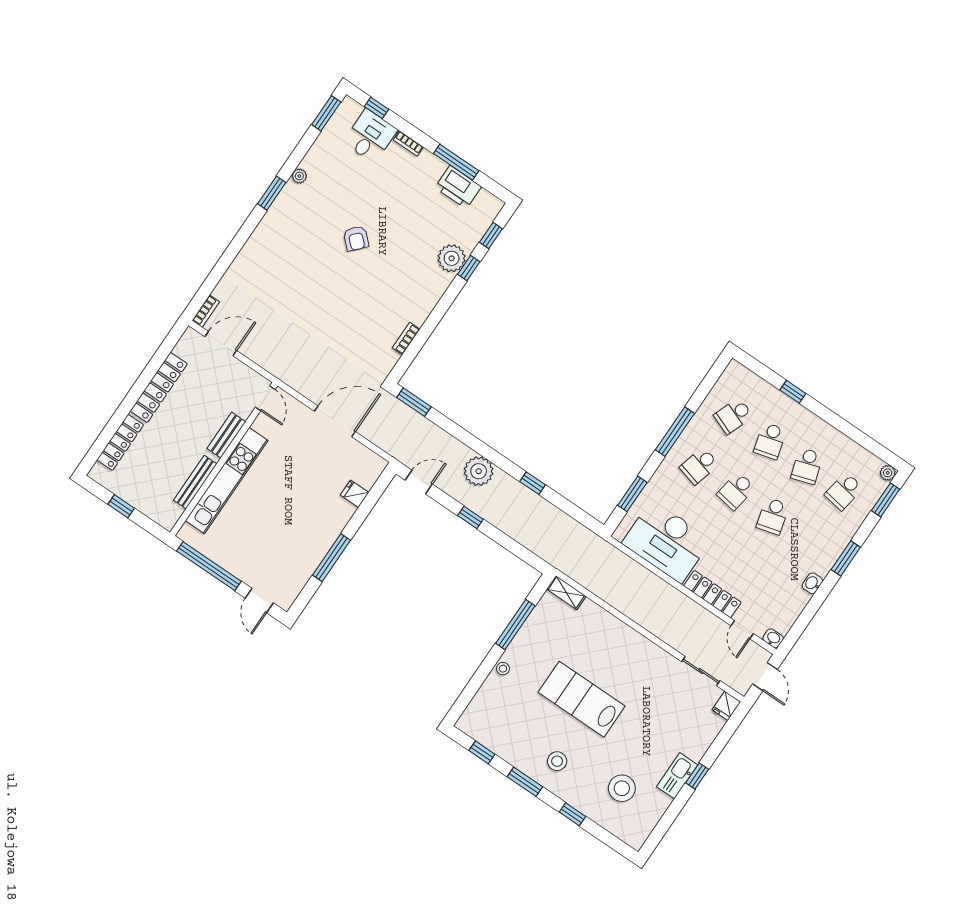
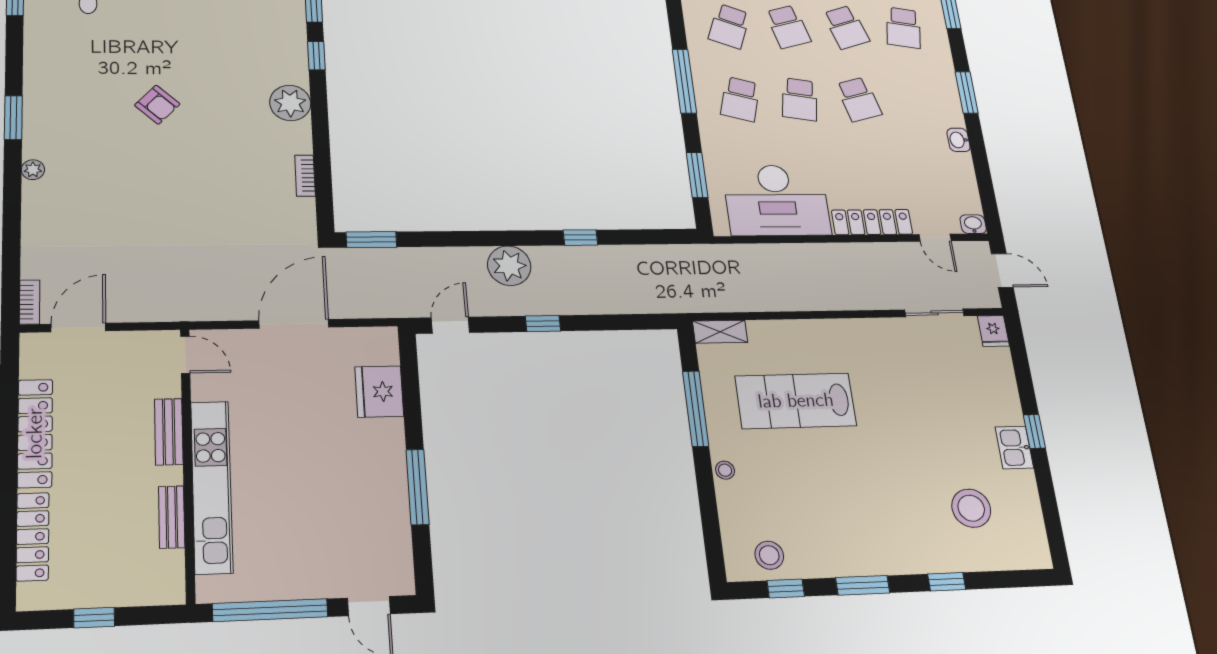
plant: (299, 176) -> (33, 170), moved
plant: (452, 258) -> (290, 103), moved
bench: (195, 482) -> (172, 517), width x0.73
fridge: (355, 494) -> (379, 392), width x1.88, depth x1.34
lab bench: (582, 699) -> (796, 401), moved
stool: (557, 761) -> (769, 555), moved
kitchen sink: (677, 776) -> (1014, 448), width x0.73

